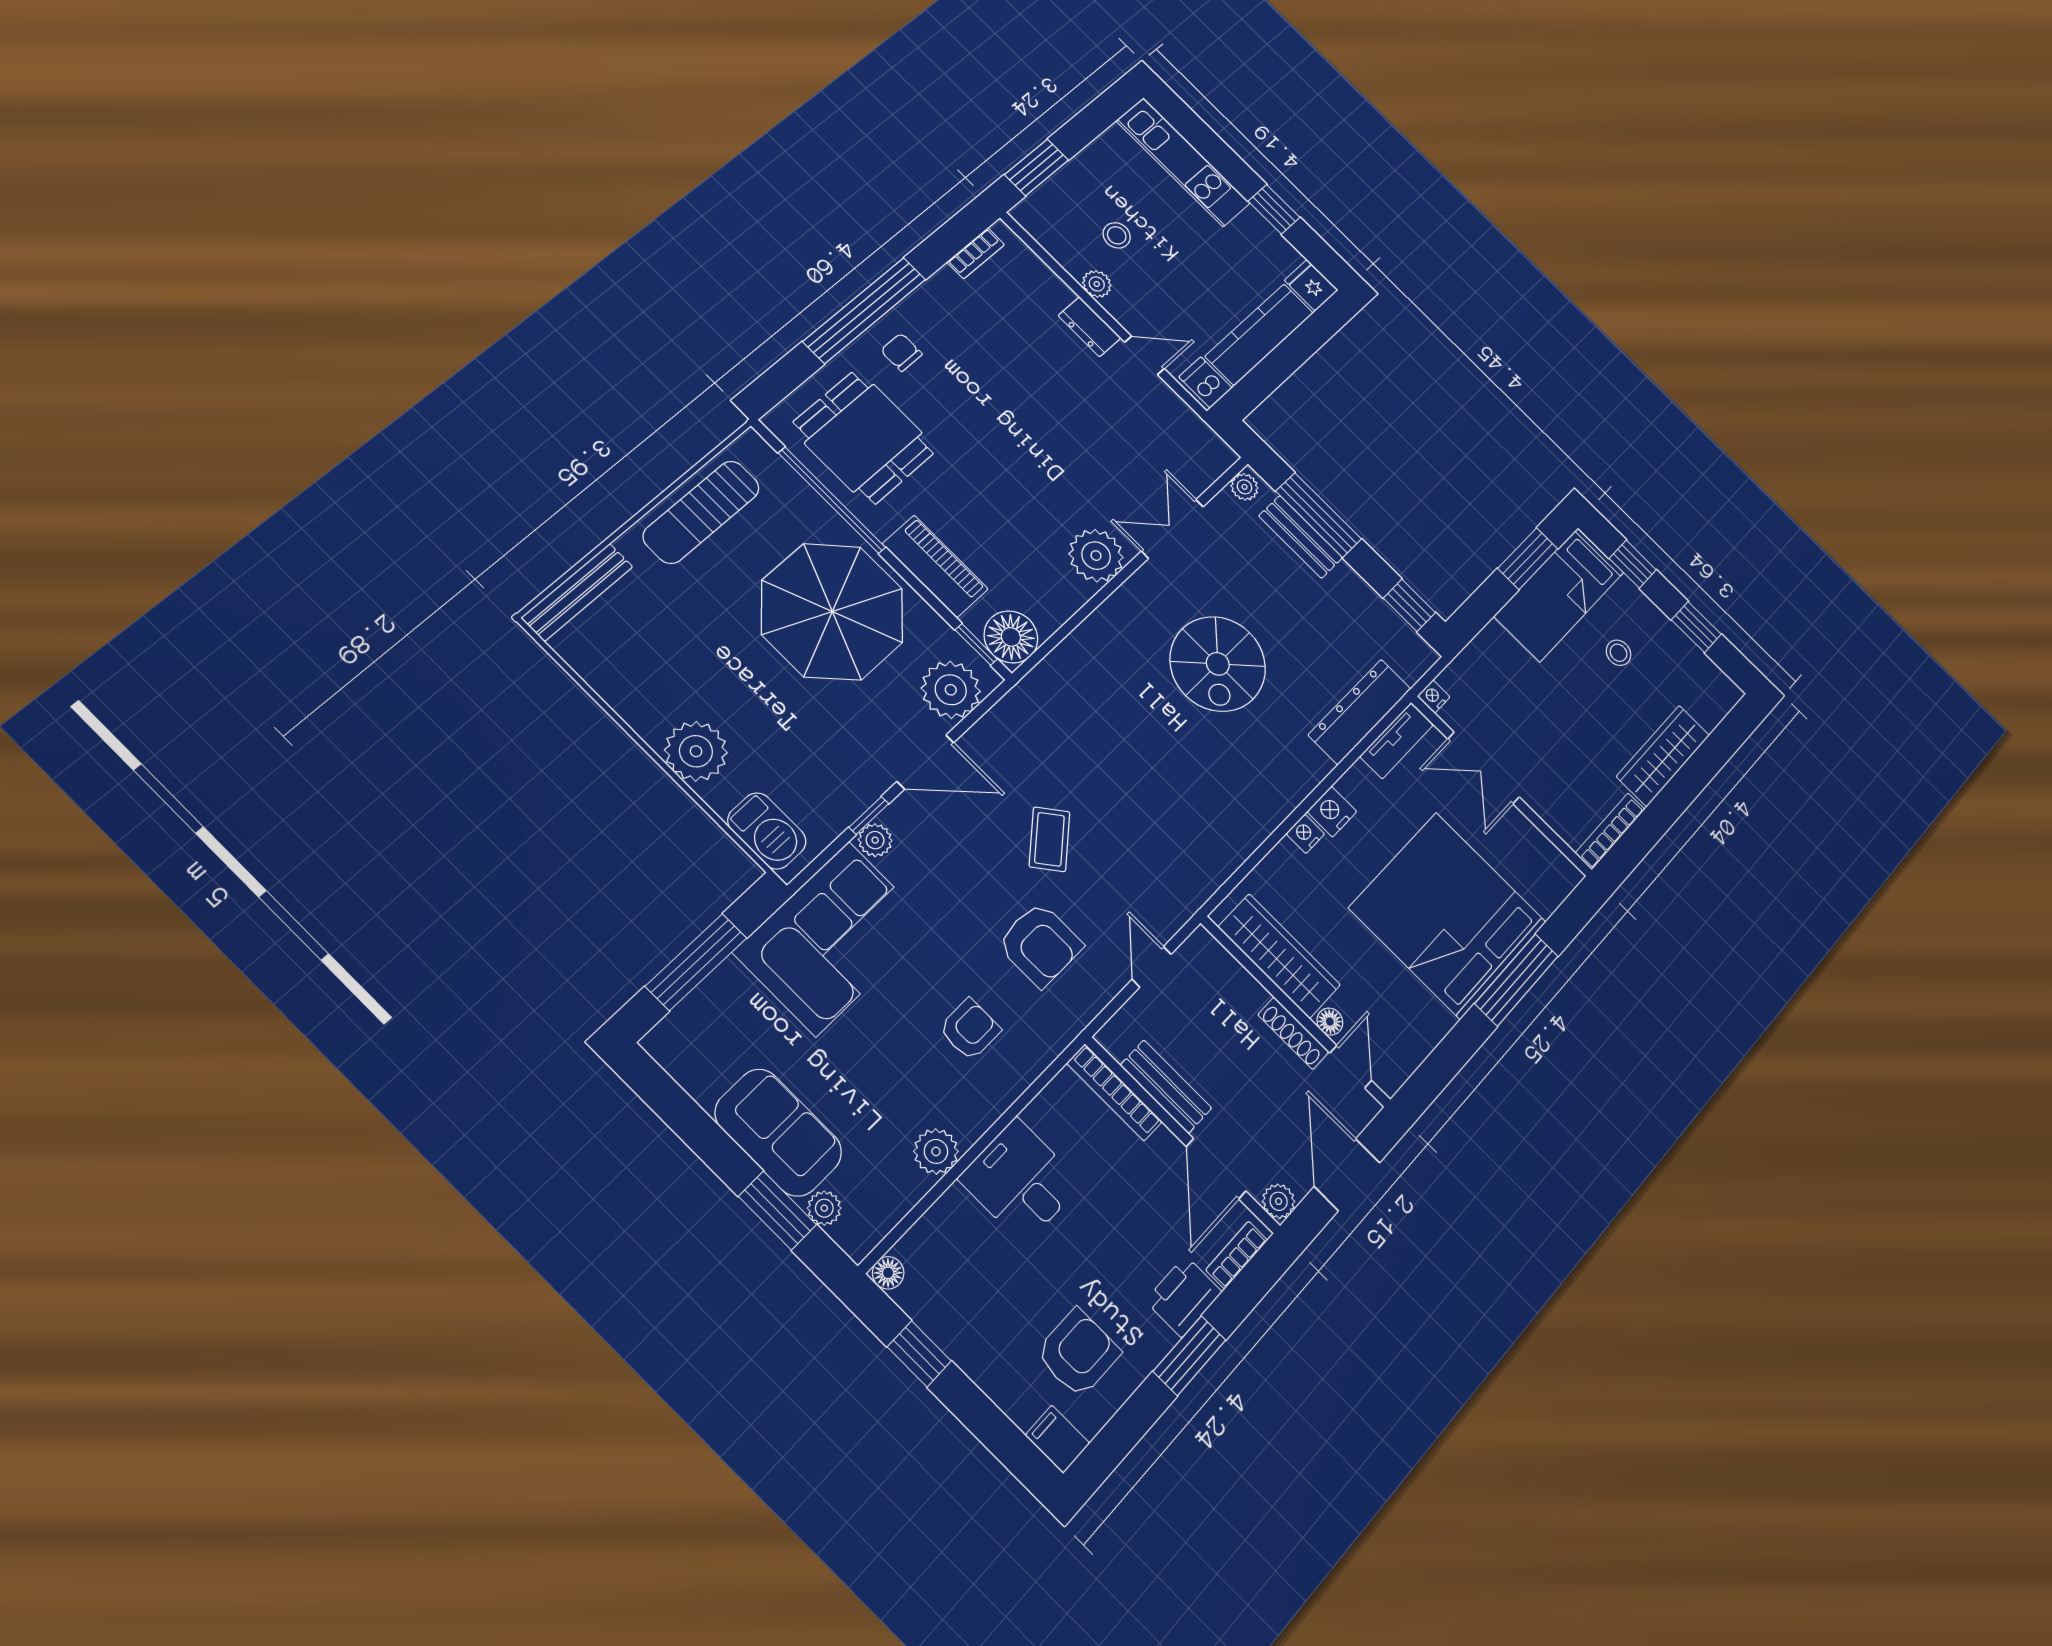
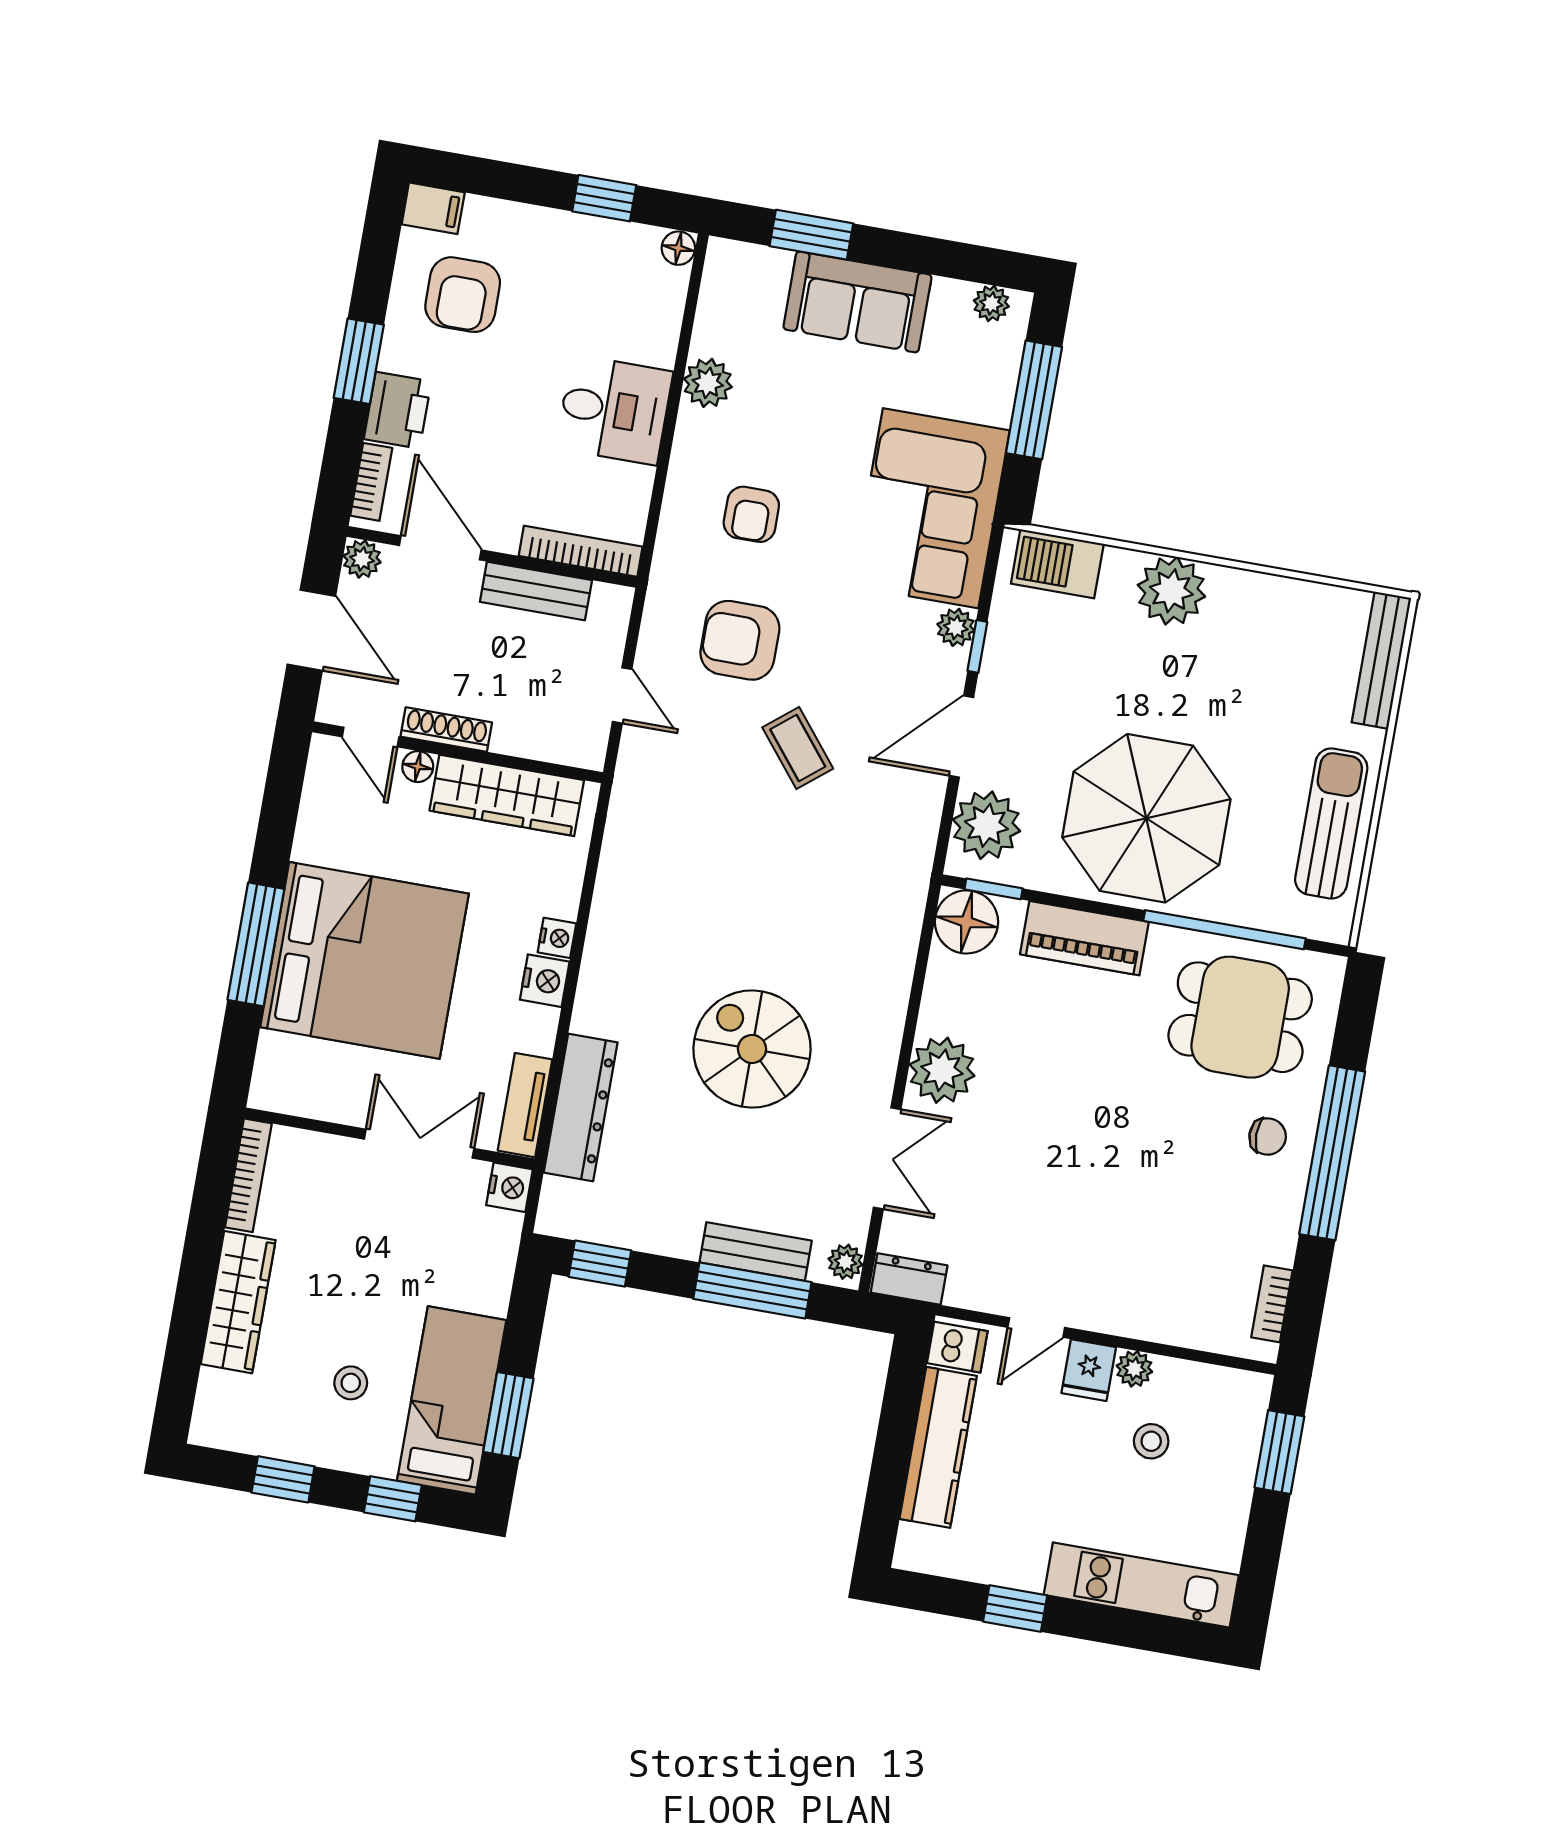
fridge: (1311, 285) -> (1089, 1370), moved, turned 90
dresser: (1090, 327) -> (909, 1279), moved
nightstand: (1434, 697) -> (509, 1187), width x1.39, depth x1.35
plant: (824, 1208) -> (991, 303), moved

